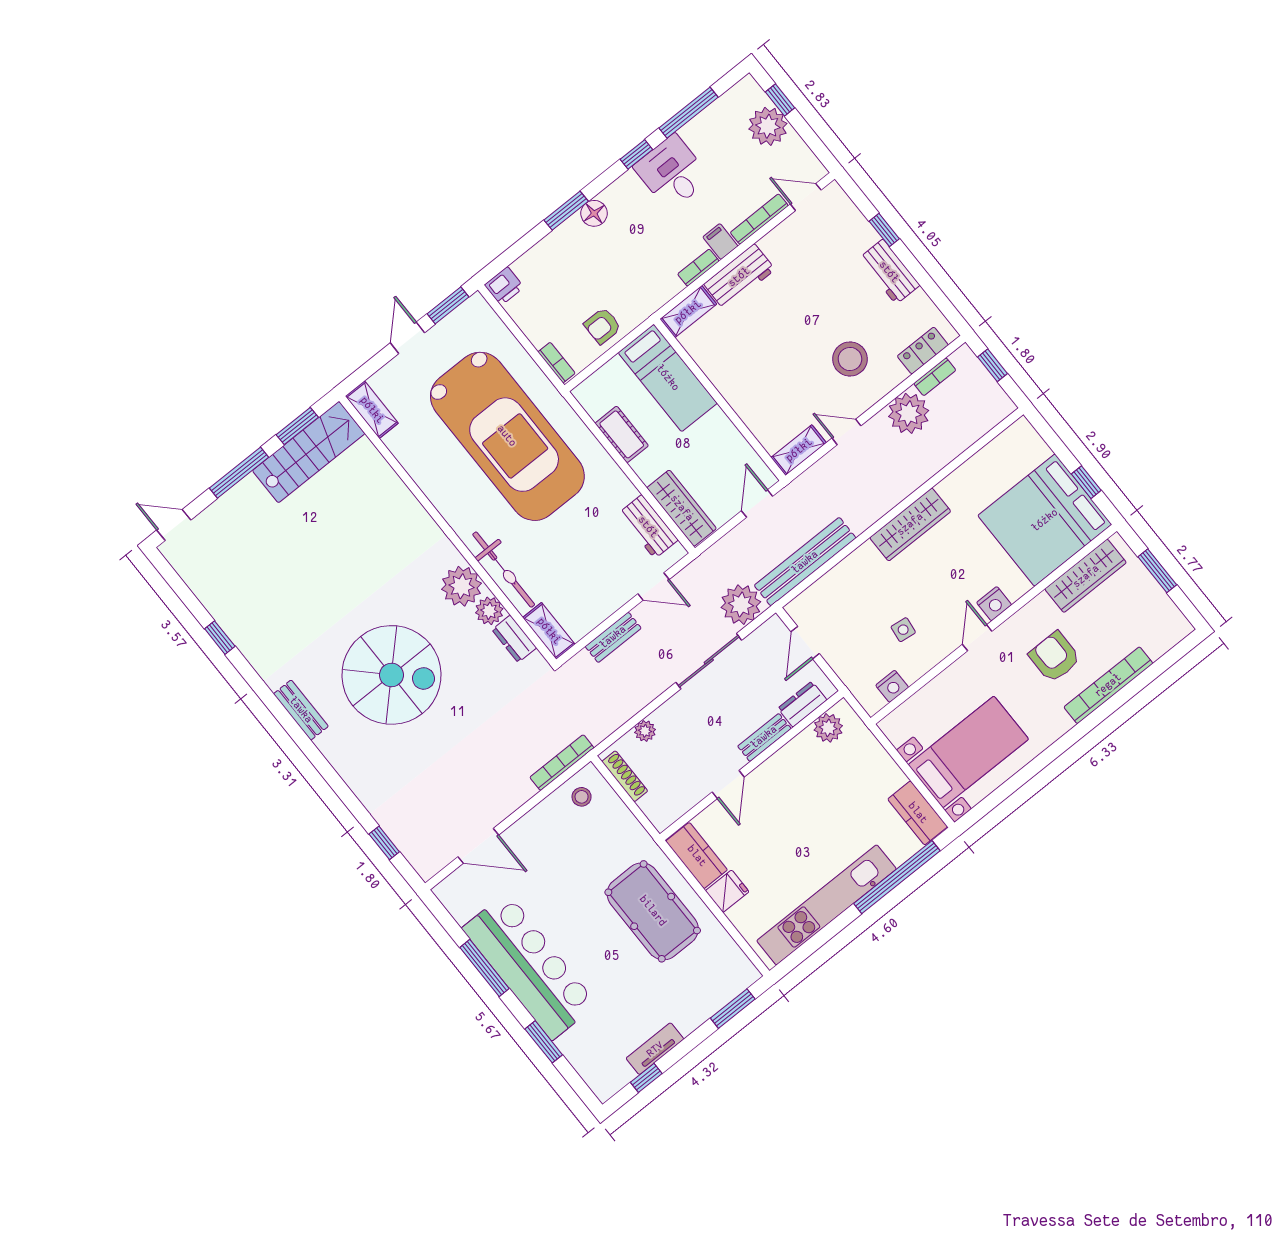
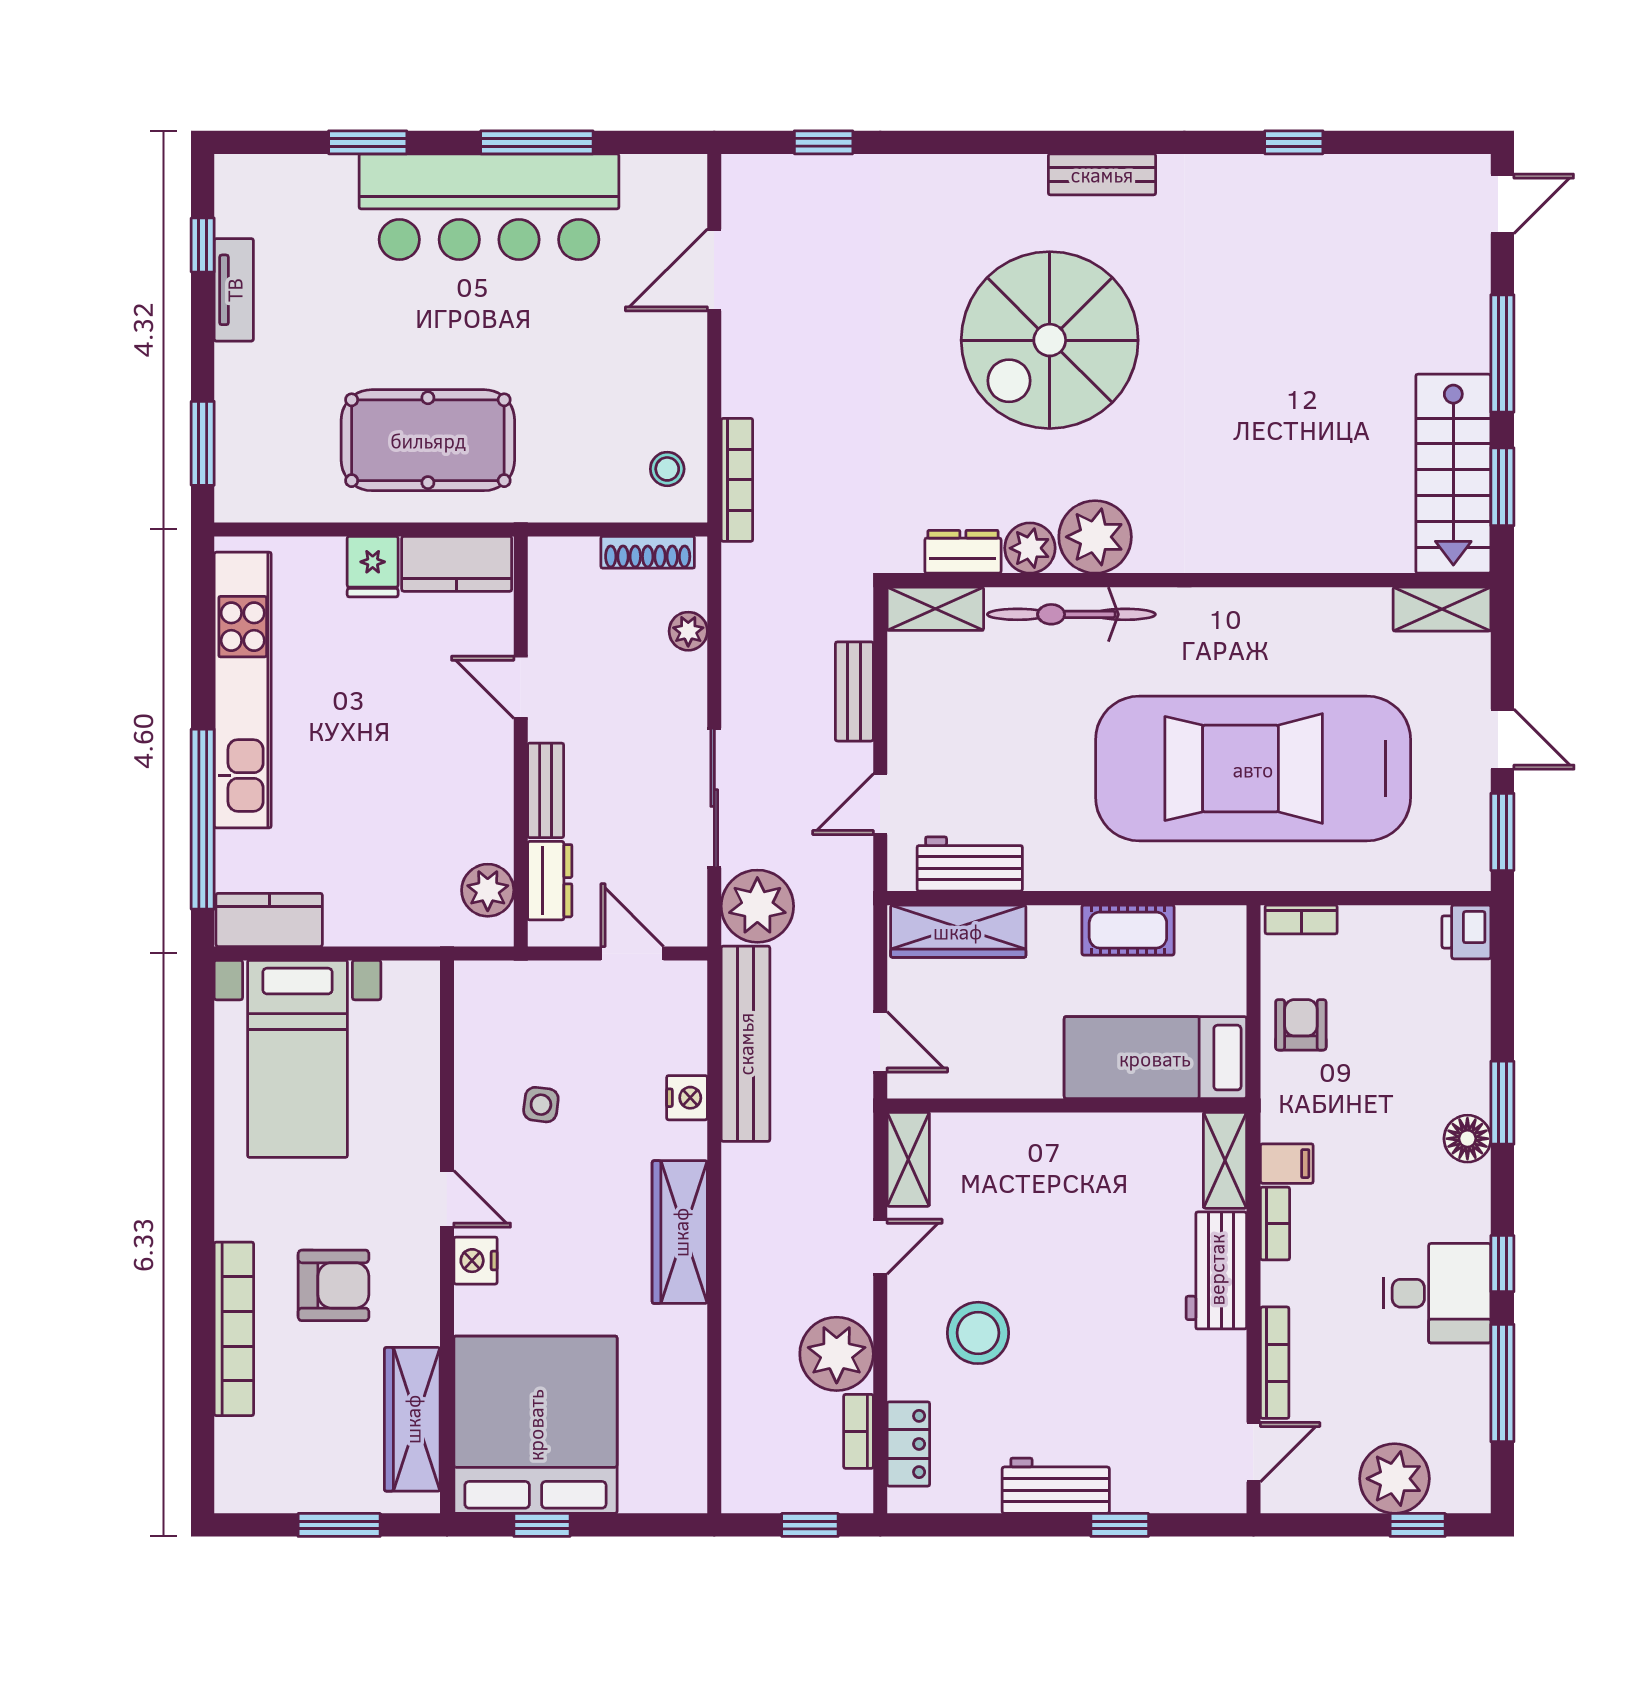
filing cabinet: (720, 242) -> (1287, 1164), moved
nightstand: (892, 686) -> (687, 1098), moved, turned 180

